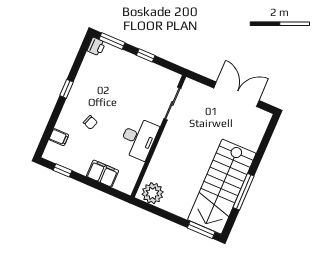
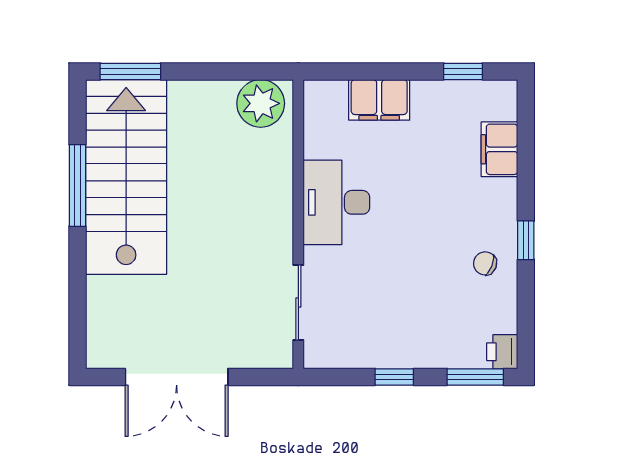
chair: (90, 122) -> (485, 263), moved
filing cabinet: (59, 137) -> (499, 149), width x2.00

